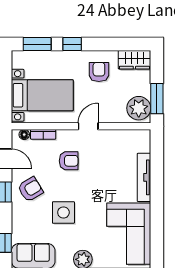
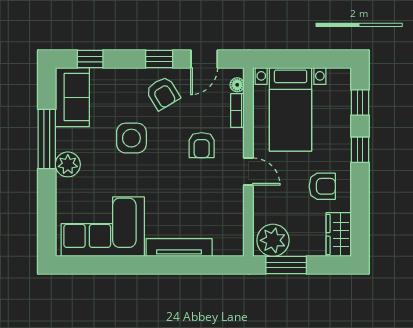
window: (37, 44) -> (360, 102), width x0.67

